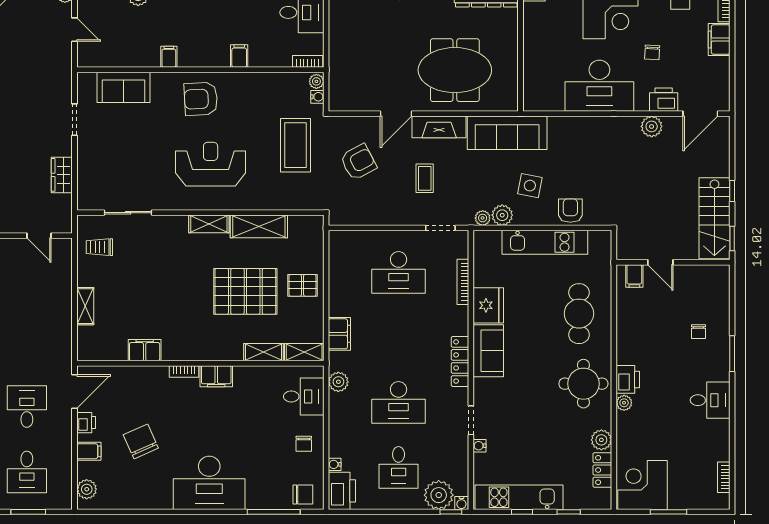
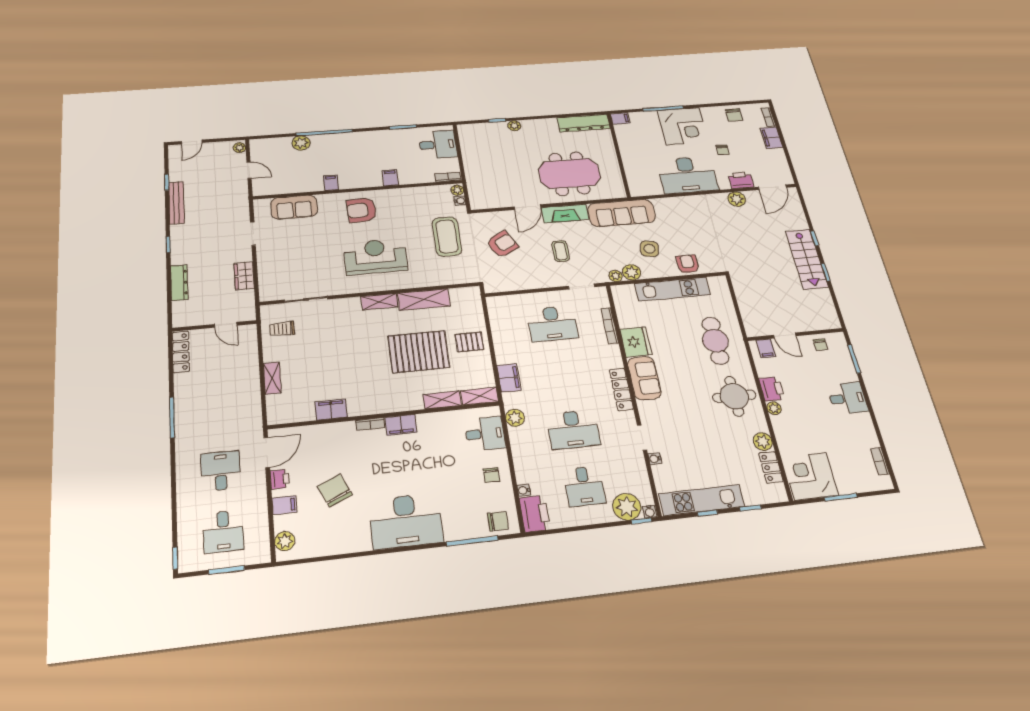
door: (660, 262) -> (785, 335), moved
wall: (673, 262) -> (795, 334), moved
filing cabinet: (634, 276) -> (766, 348), moved

